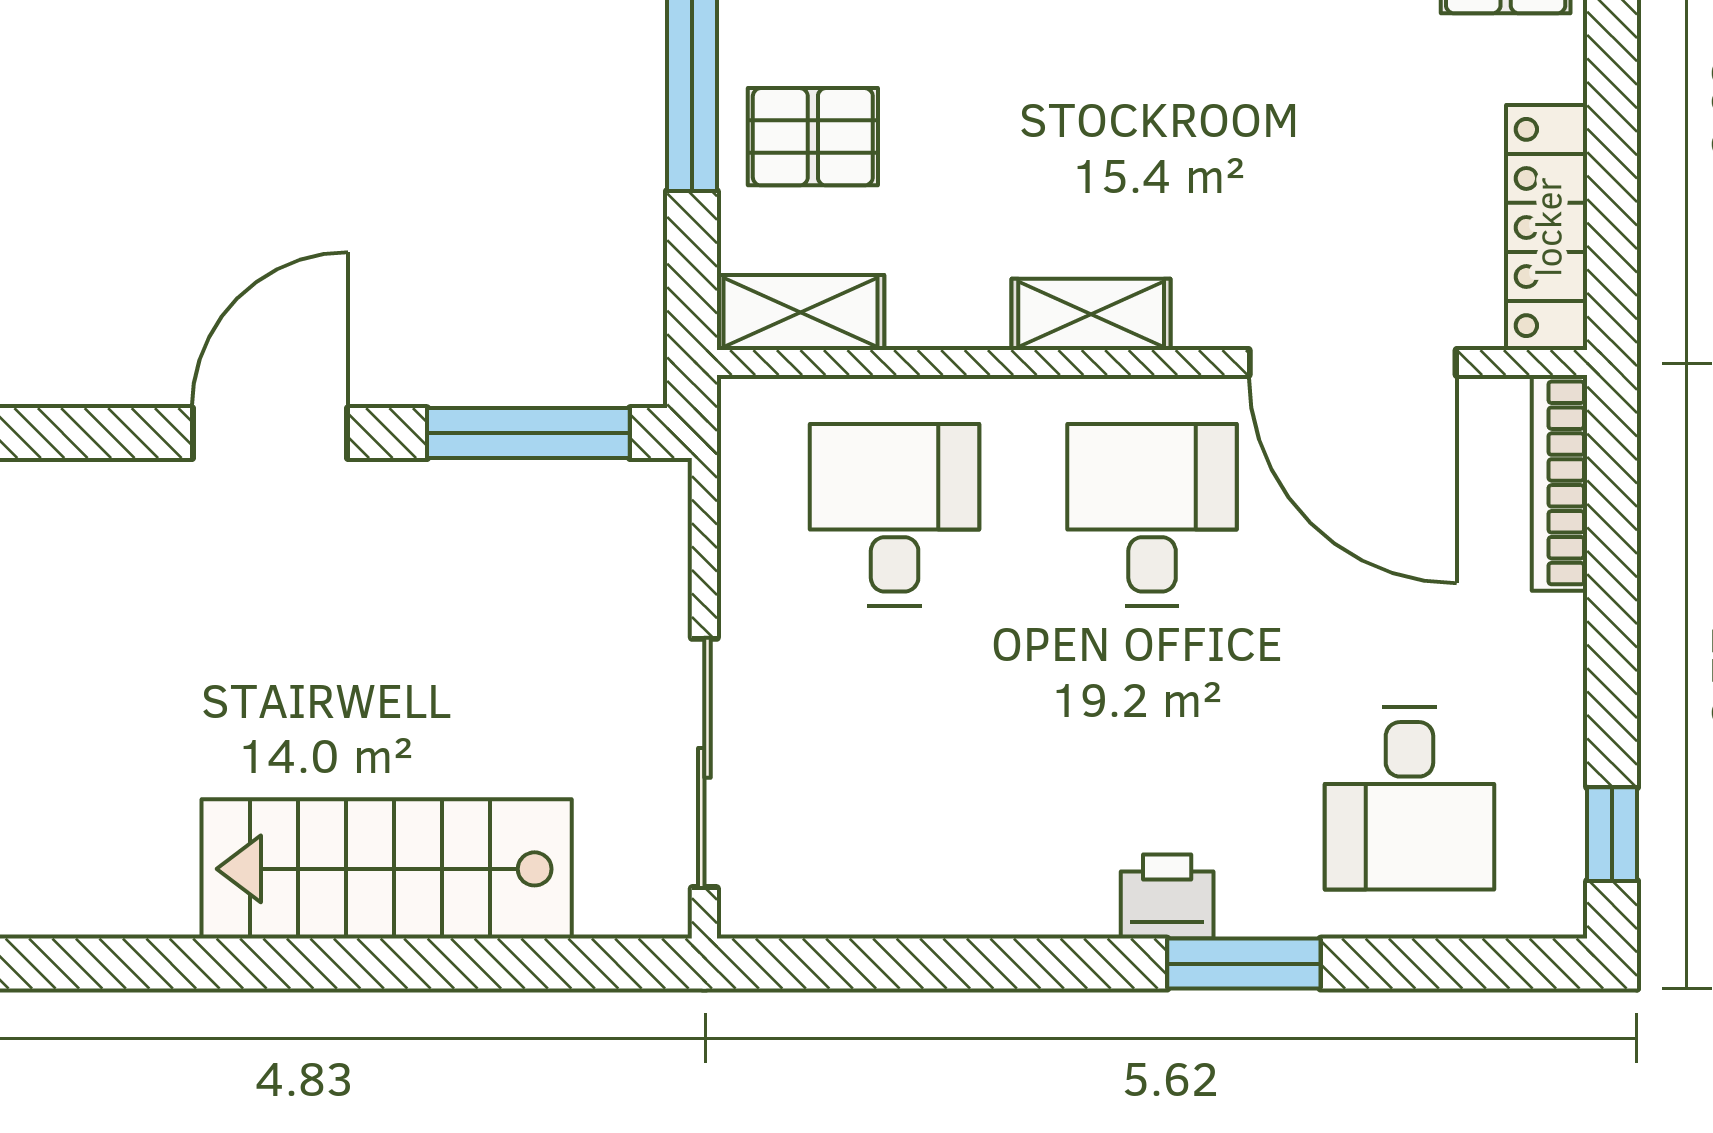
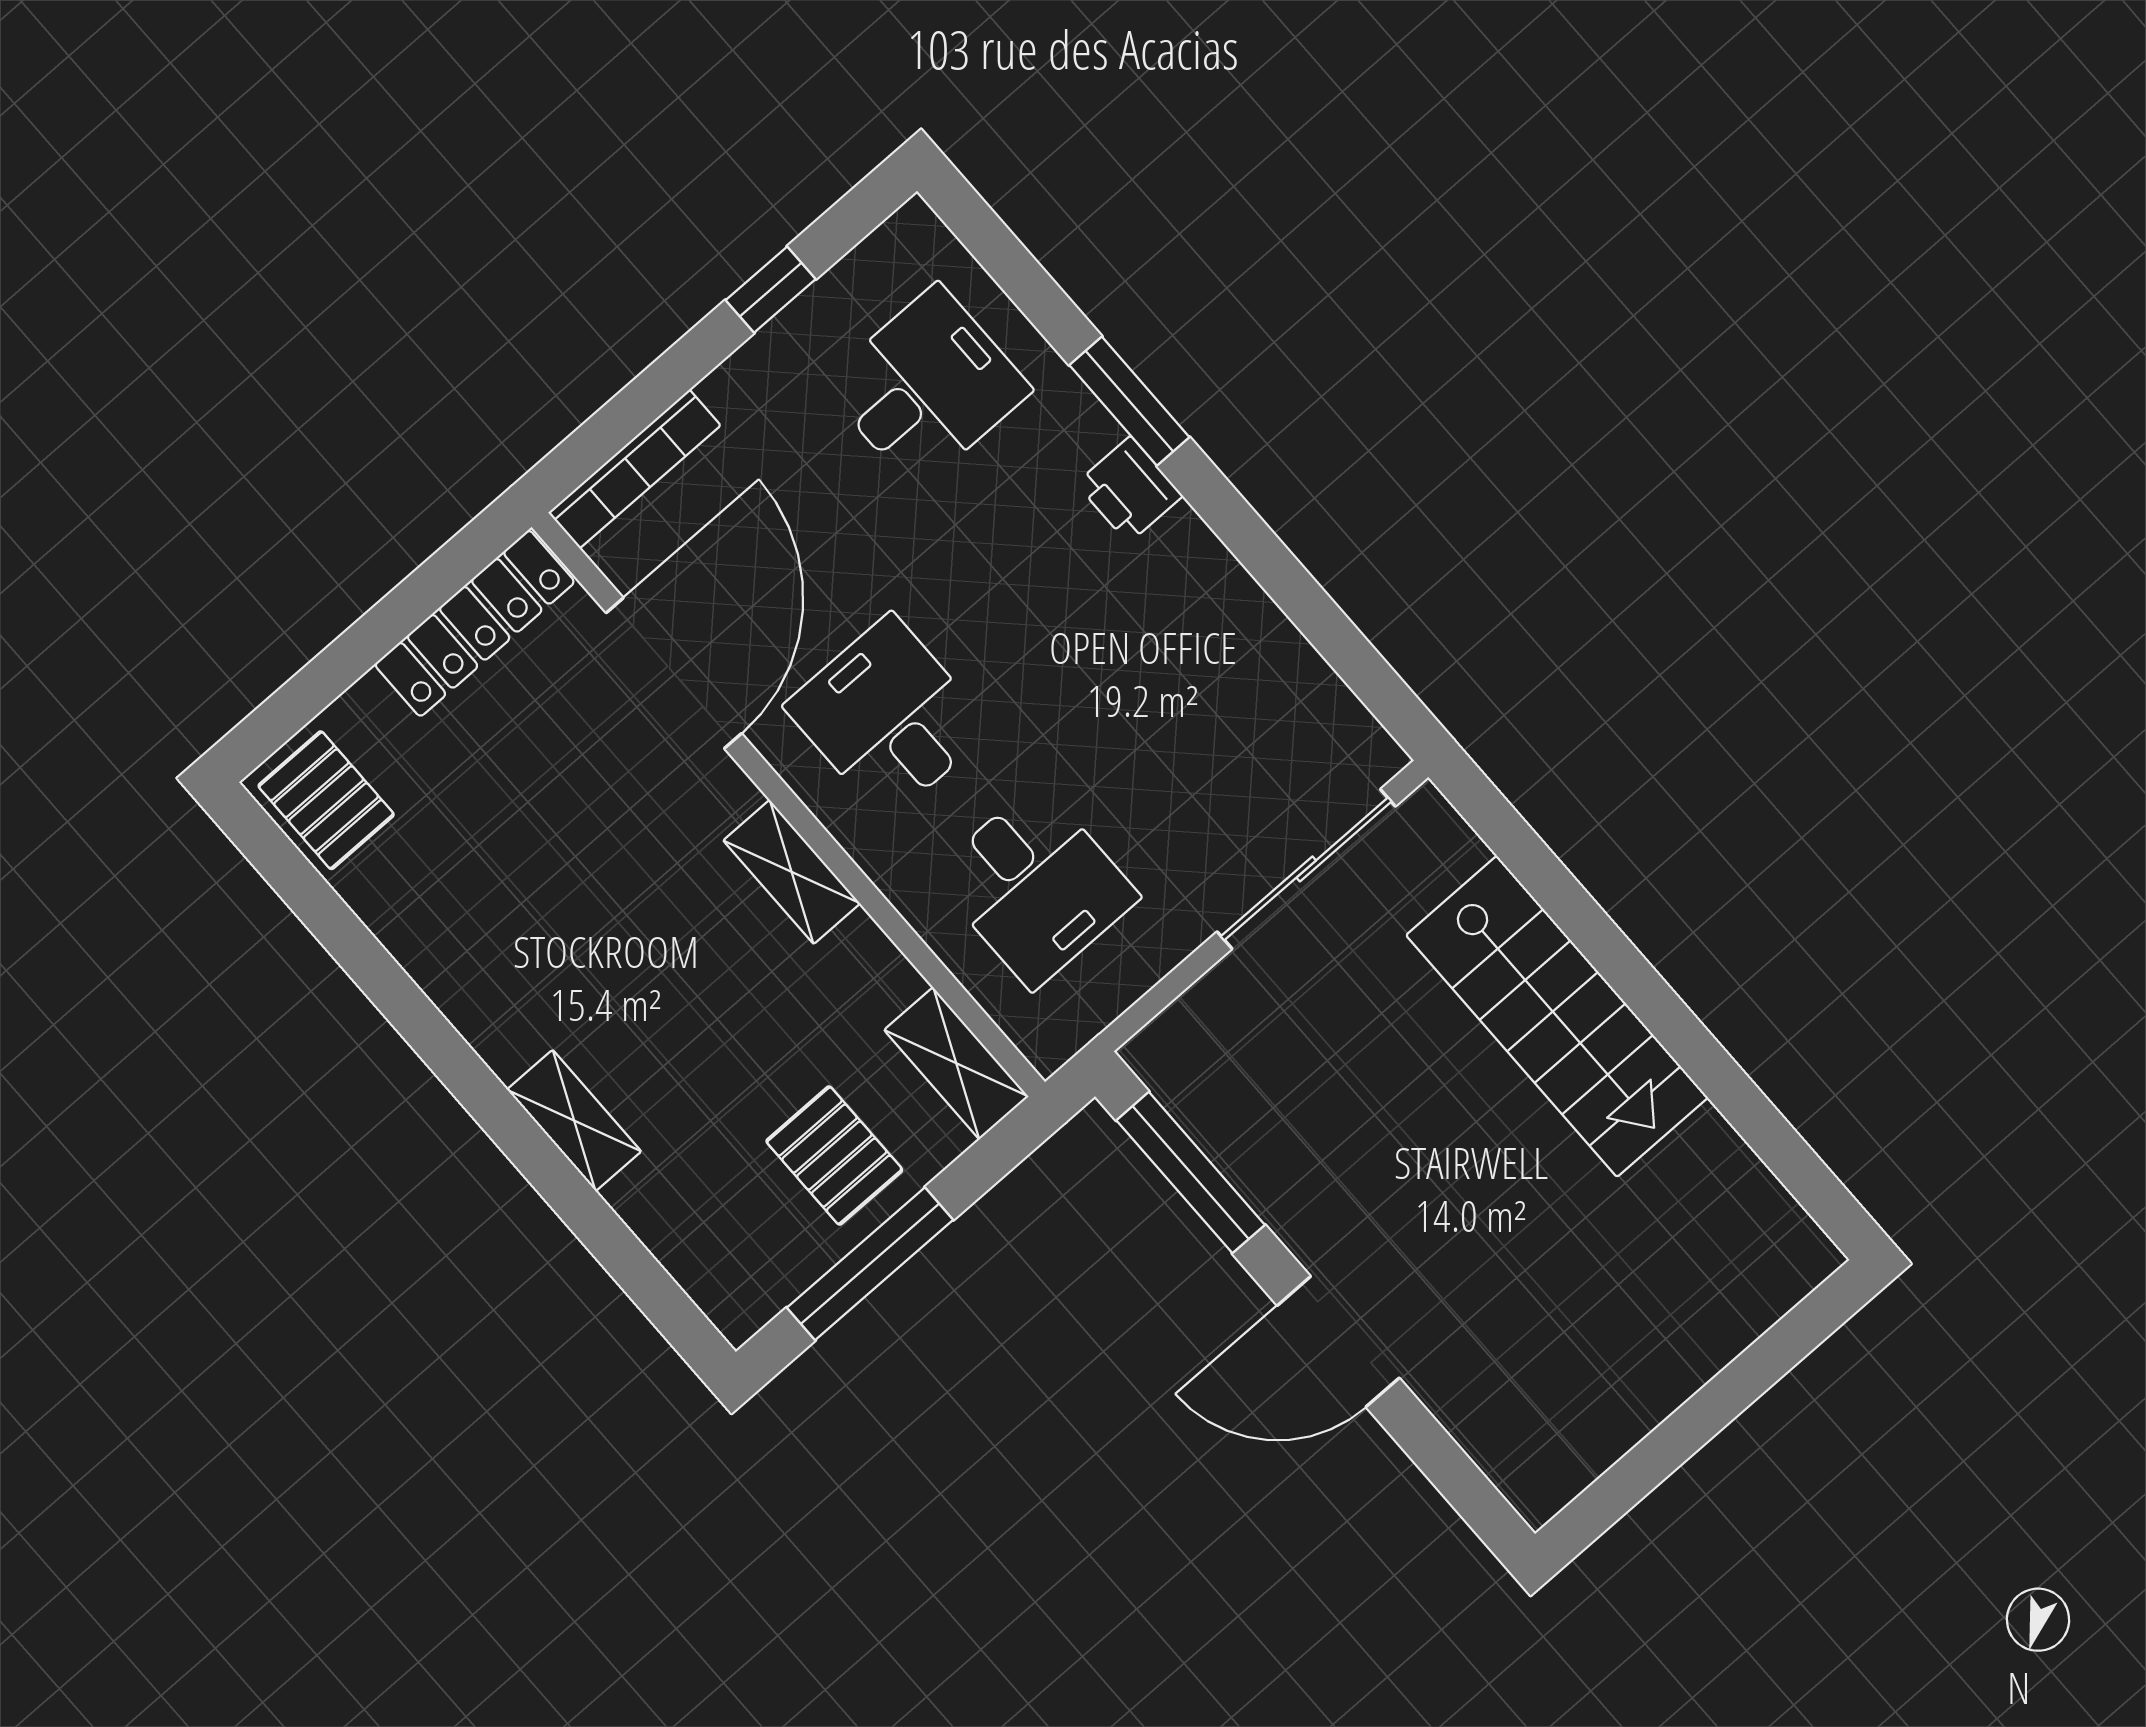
desk: (895, 515) -> (1035, 886), turned -90
desk: (1152, 515) -> (888, 717), turned 90
window: (1612, 834) -> (771, 290), moved

